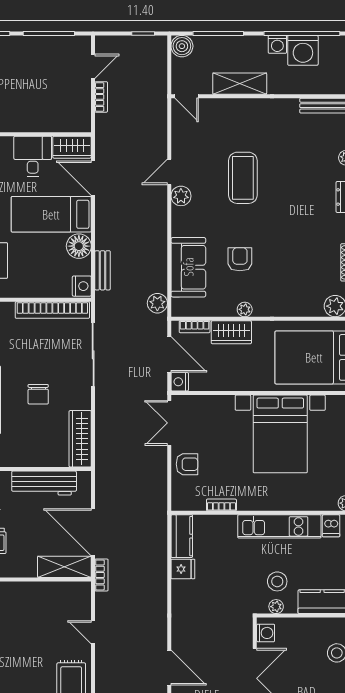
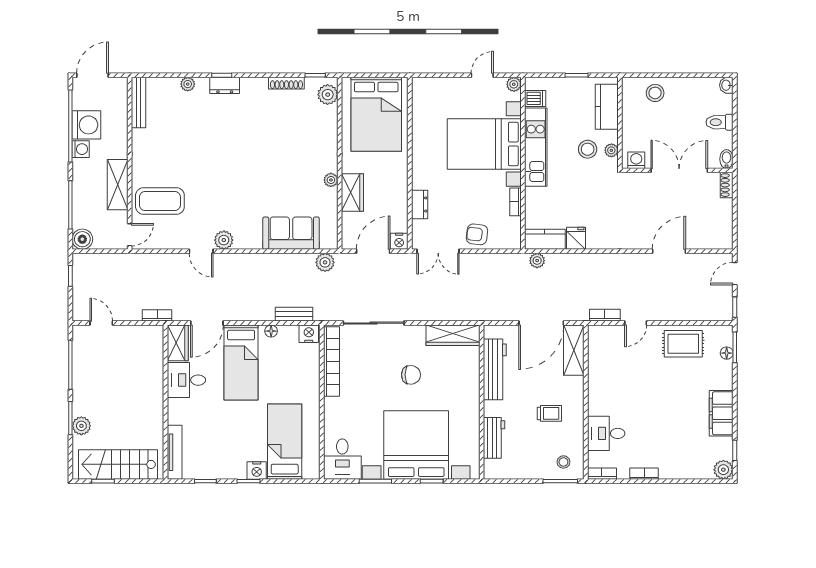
bookcase: (101, 97) -> (157, 315), moved
coffee table: (243, 178) -> (160, 201), moved
floor lamp: (79, 246) -> (271, 331), width x0.53, depth x0.53
armchair: (240, 259) -> (284, 184), removed
bookcase: (195, 327) -> (347, 227), removed
dresser: (219, 403) -> (420, 204), added
bed with nightstands: (280, 434) -> (484, 144), moved, turned 180
armchair: (187, 464) -> (477, 234), turned -83
plant: (159, 528) -> (537, 261), added
bookcase: (101, 575) -> (605, 315), moved

